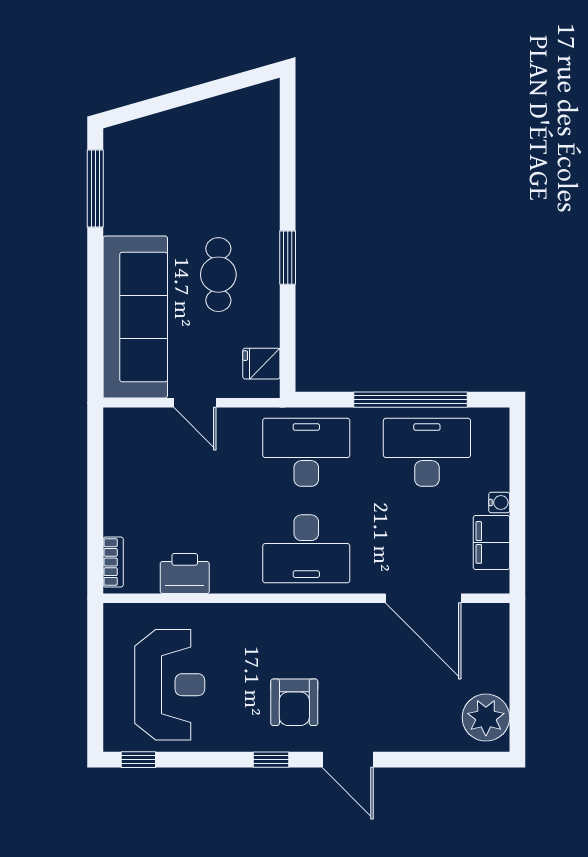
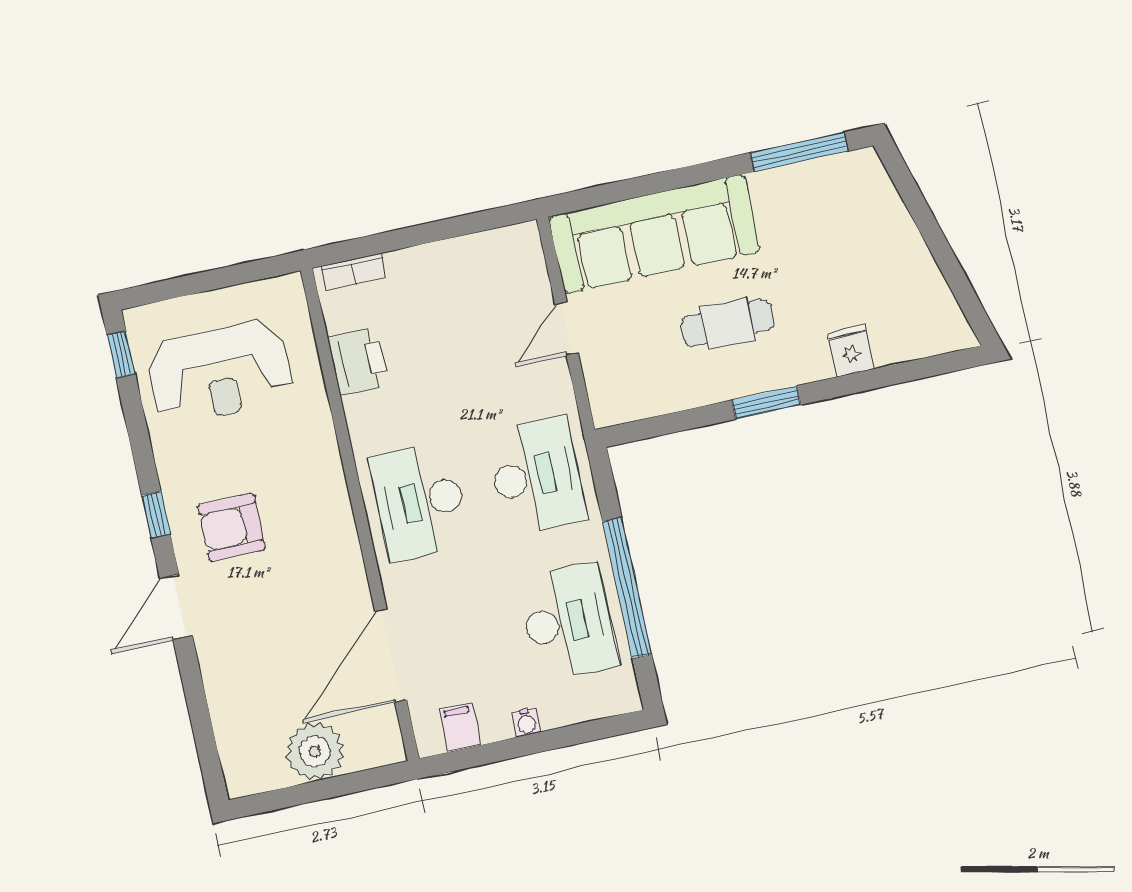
fridge: (261, 364) -> (850, 351), moved
filing cabinet: (491, 542) -> (460, 727), width x0.50
plant: (486, 718) -> (315, 751), moved

